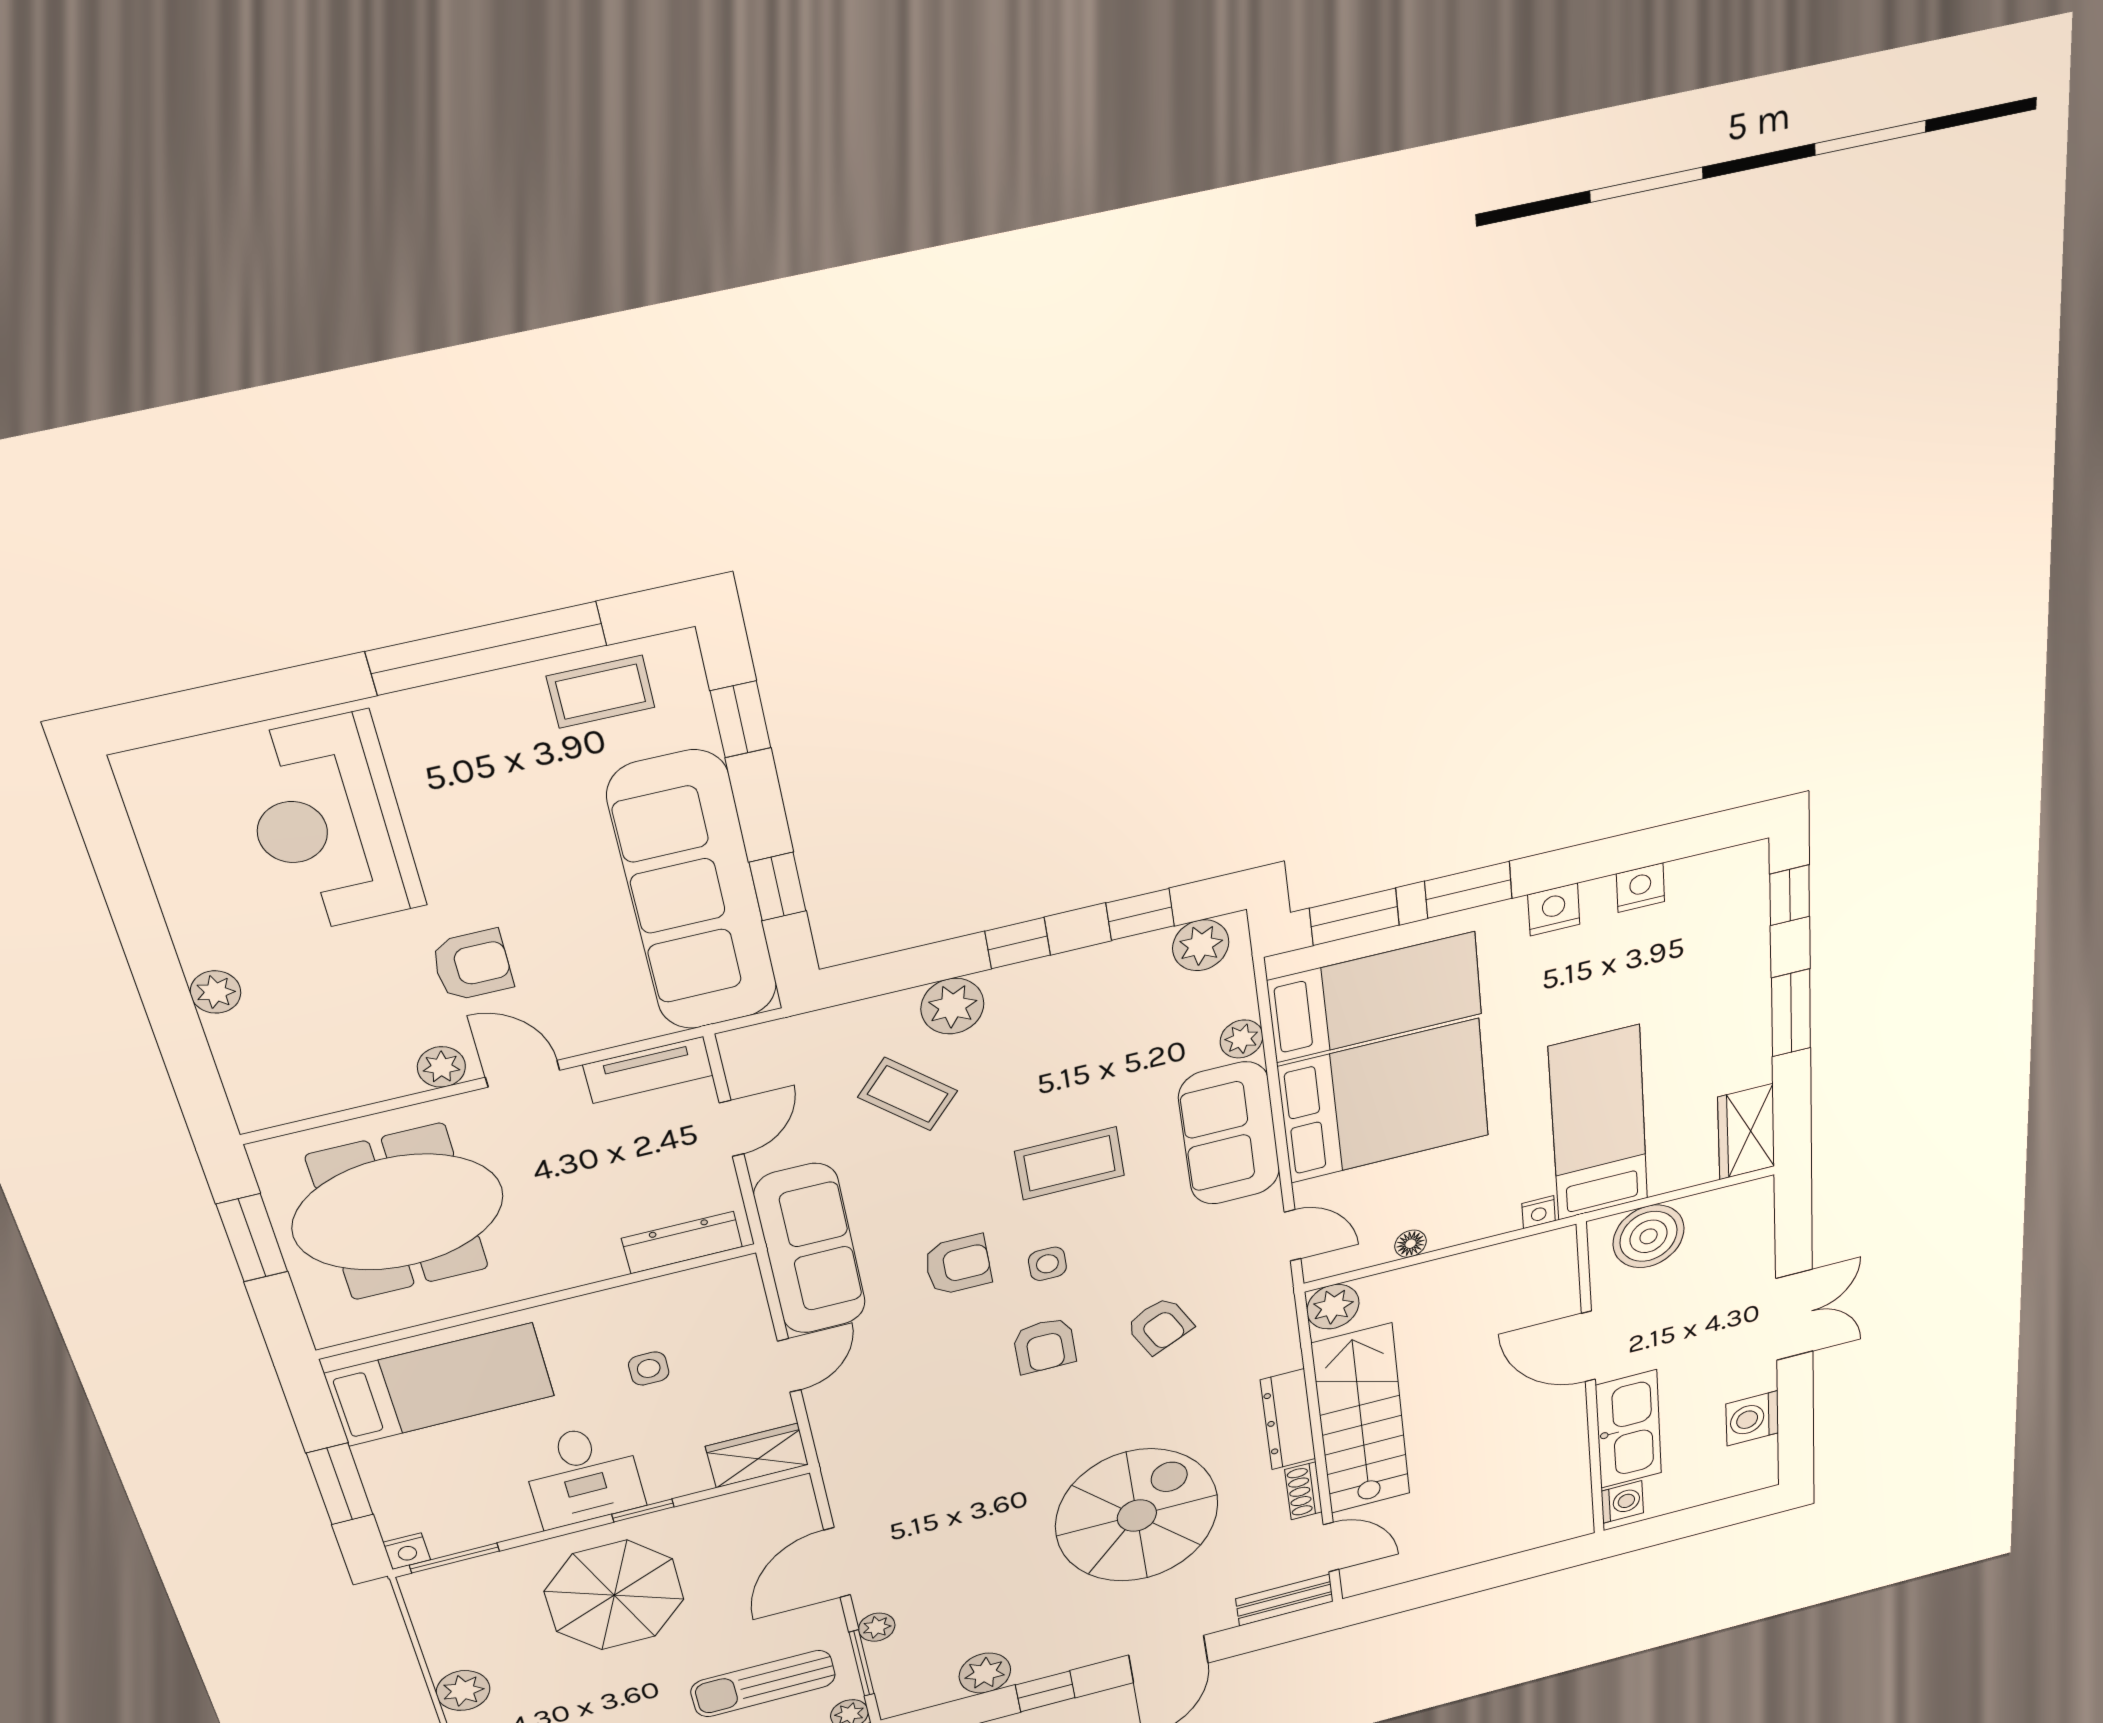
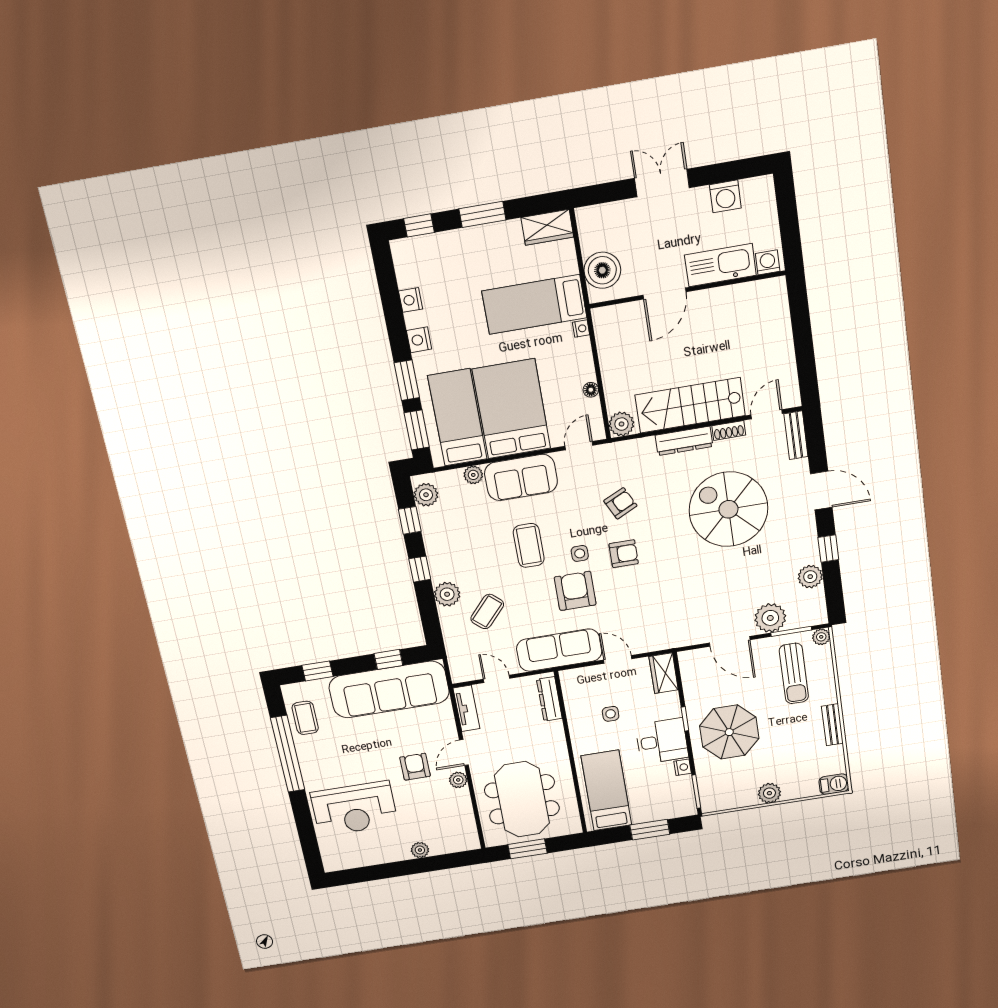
armchair: (958, 1265) -> (575, 591), width x1.38, depth x1.38
nightstand: (407, 1551) -> (683, 767), moved
plant: (877, 1627) -> (770, 618), width x1.88, depth x1.88

